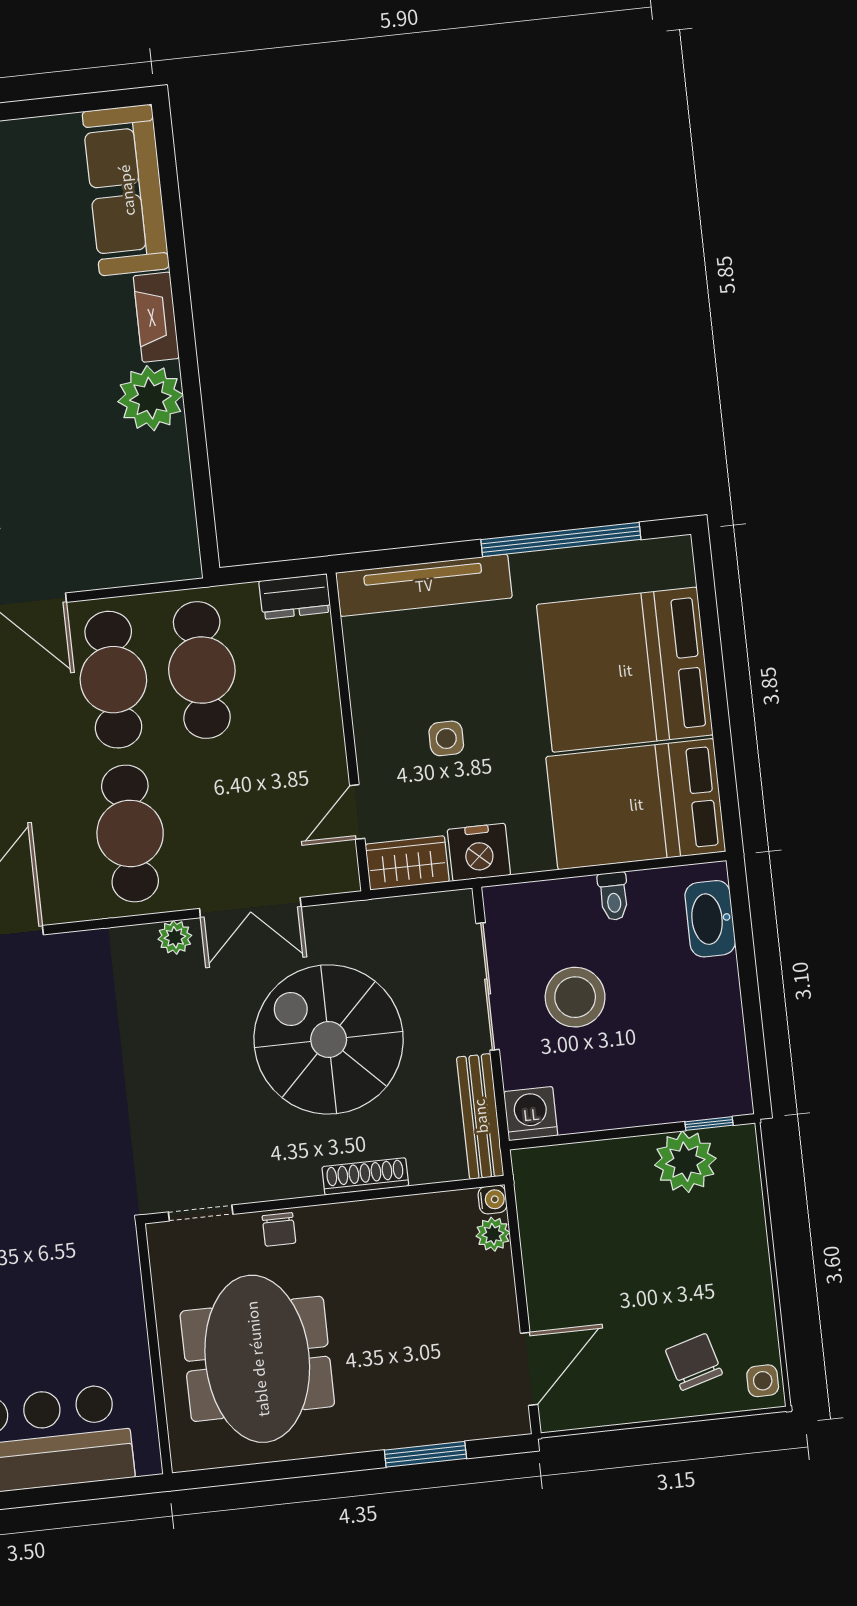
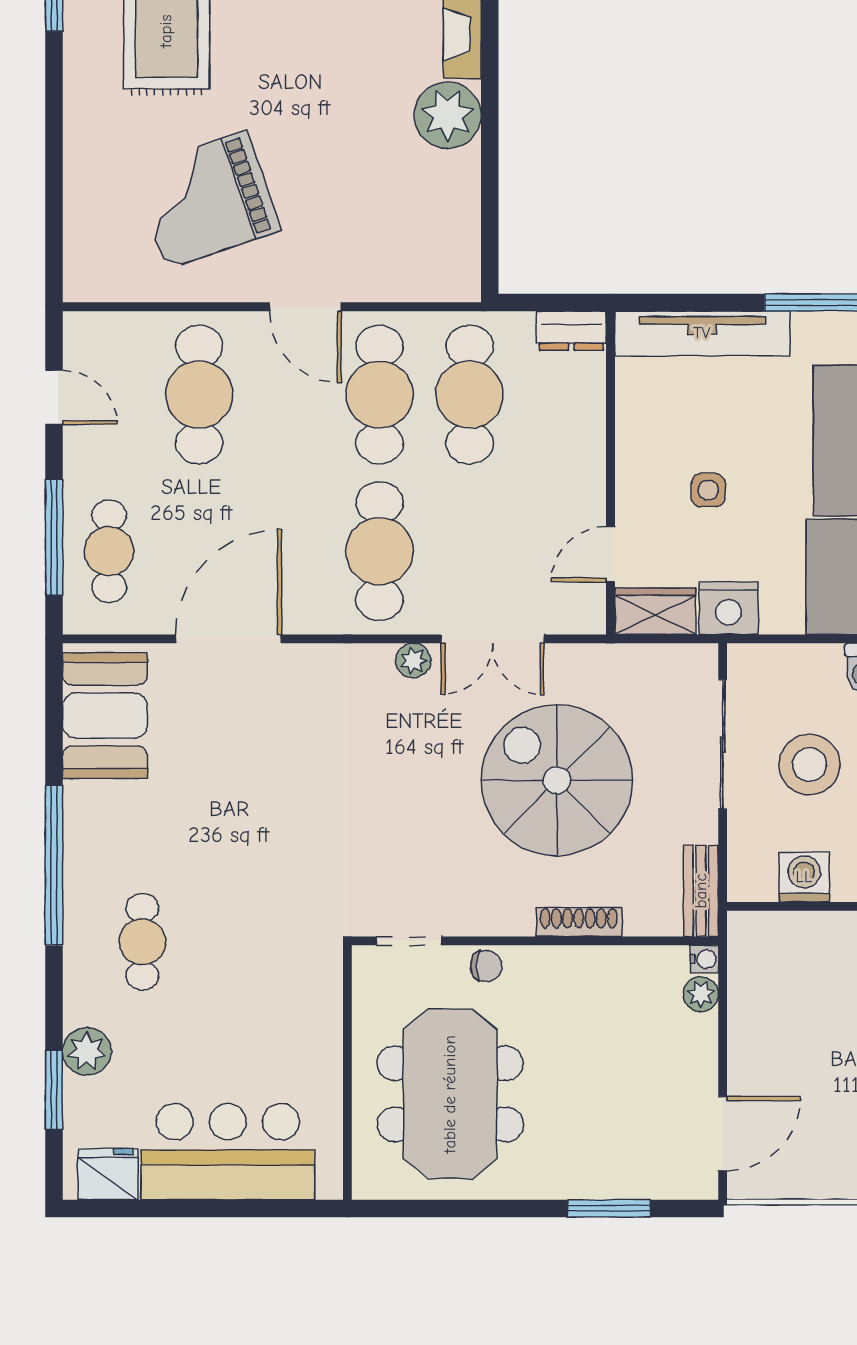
washing machine: (531, 1114) -> (804, 877), moved
bench: (480, 1116) -> (701, 891), width x0.73
chair: (279, 1229) -> (486, 966), turned -90

